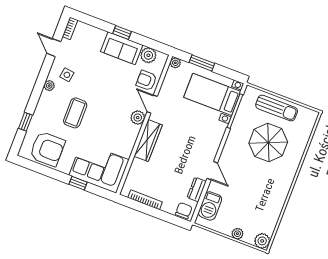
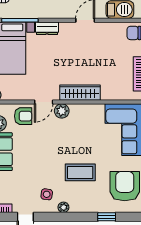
armchair: (146, 80) -> (23, 116), turned -90
dresser: (197, 189) -> (47, 28), moved

